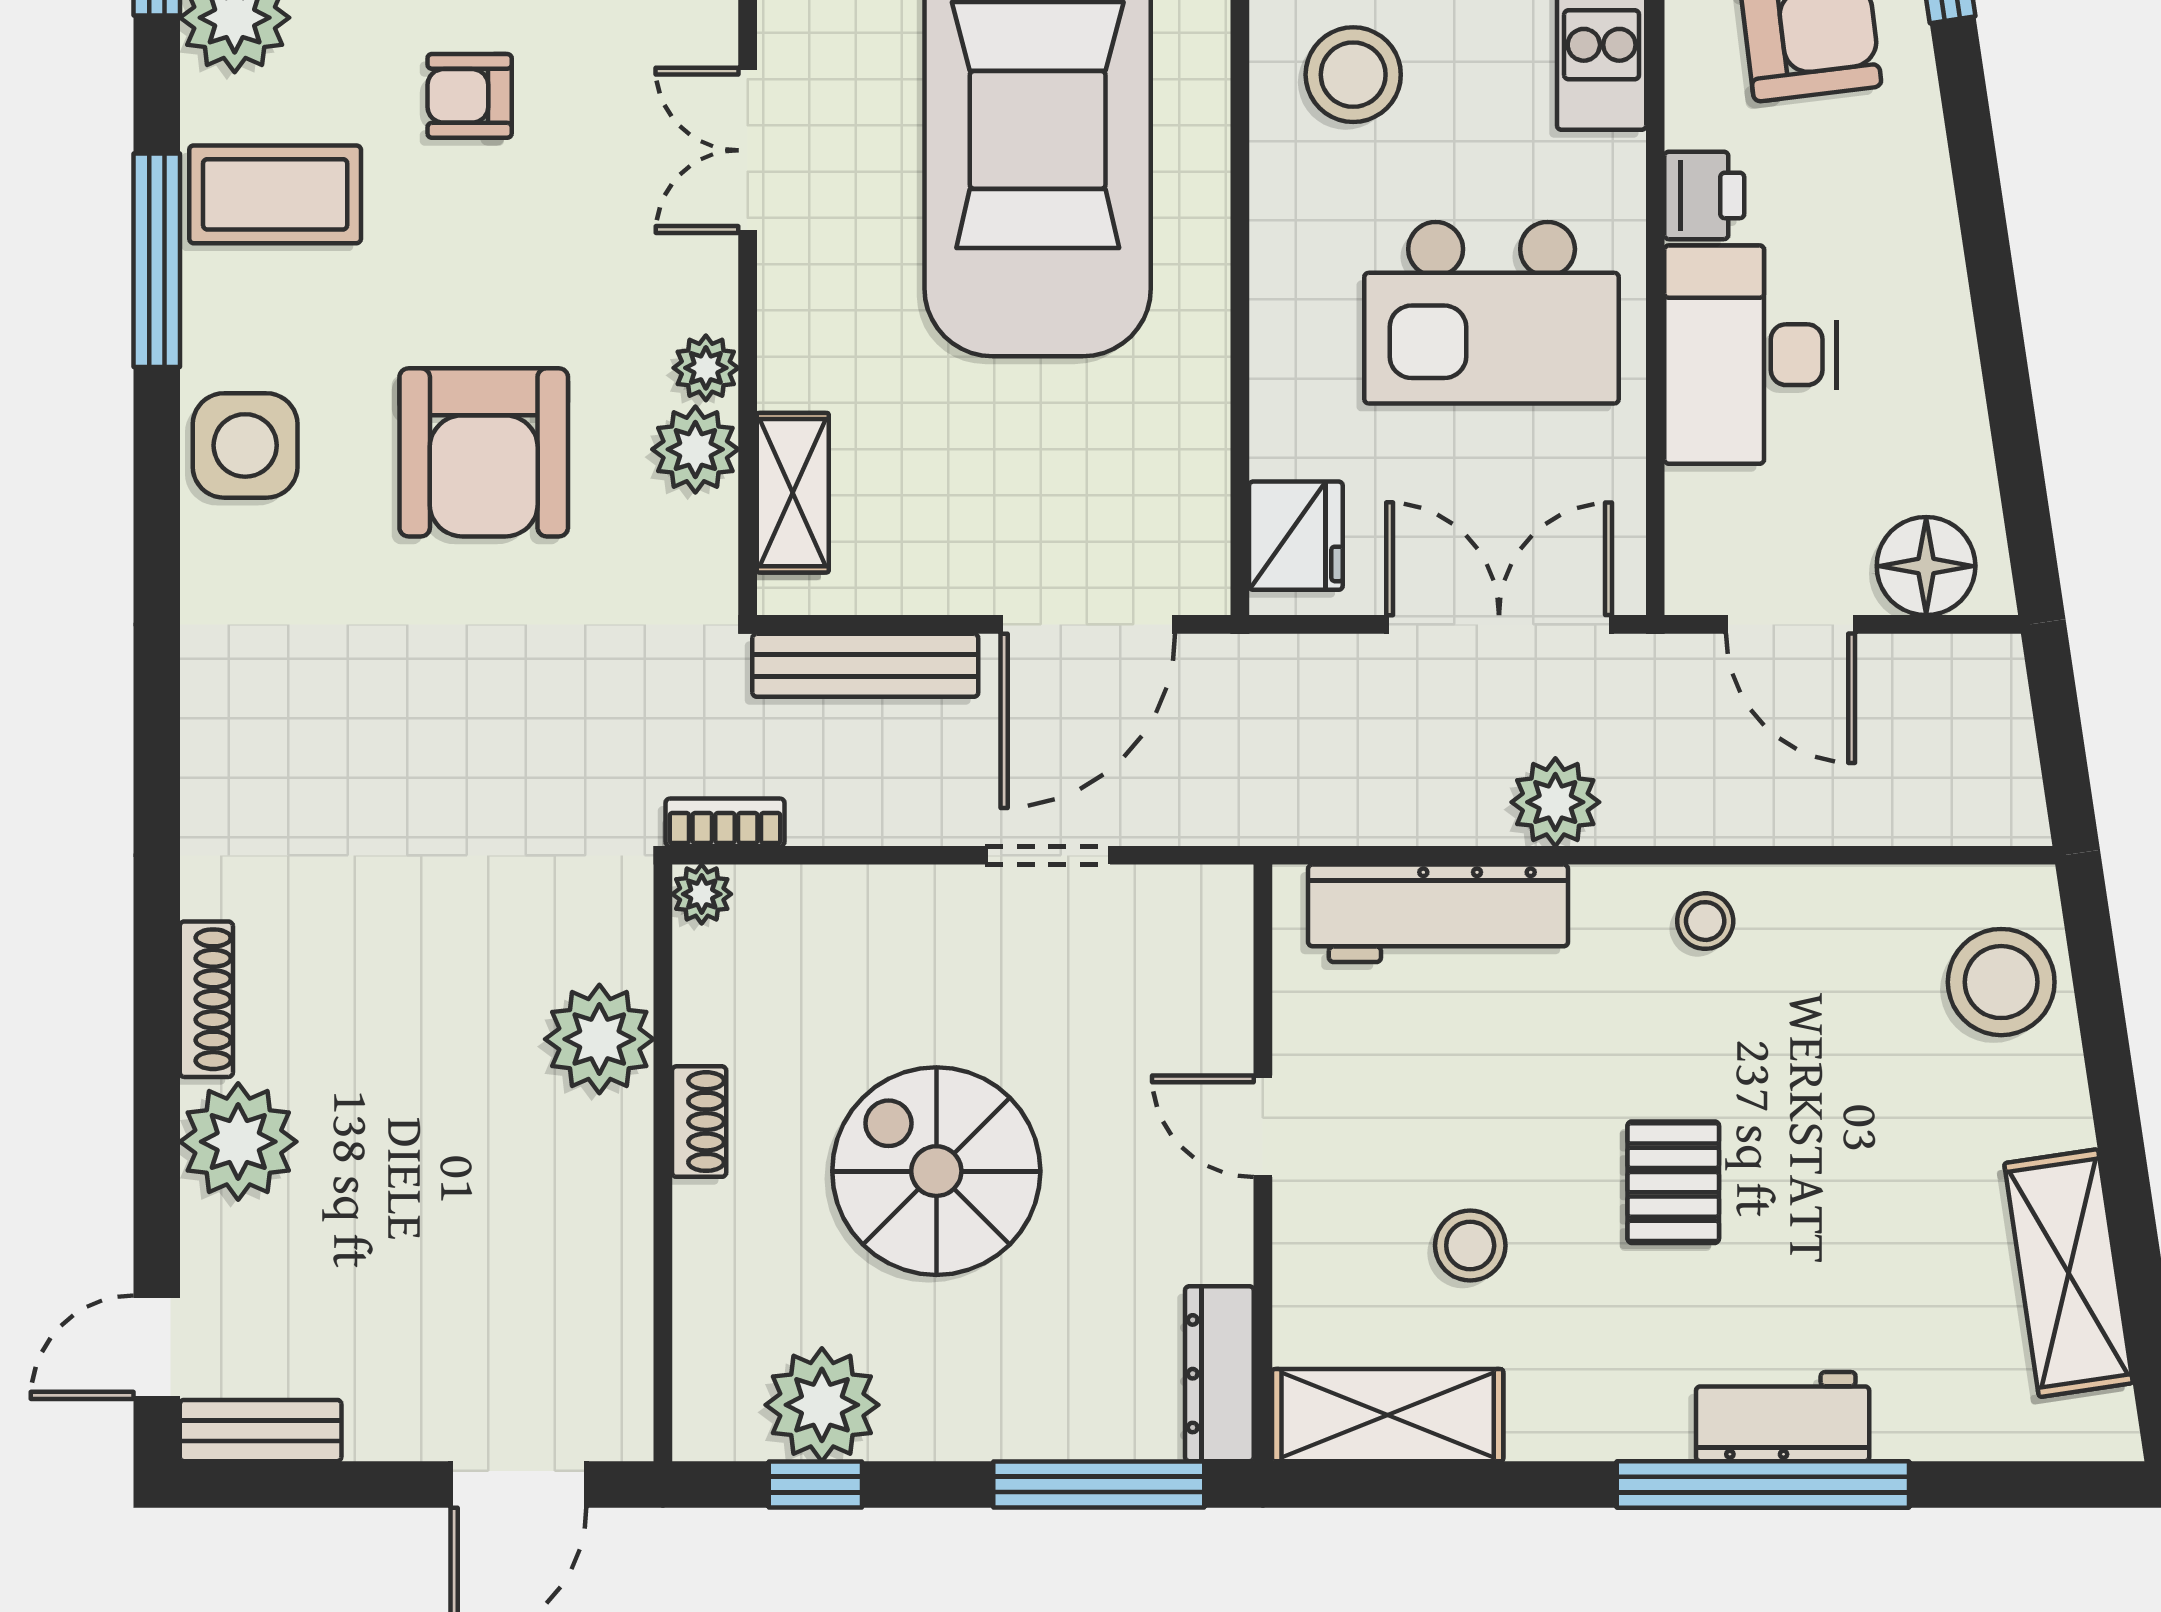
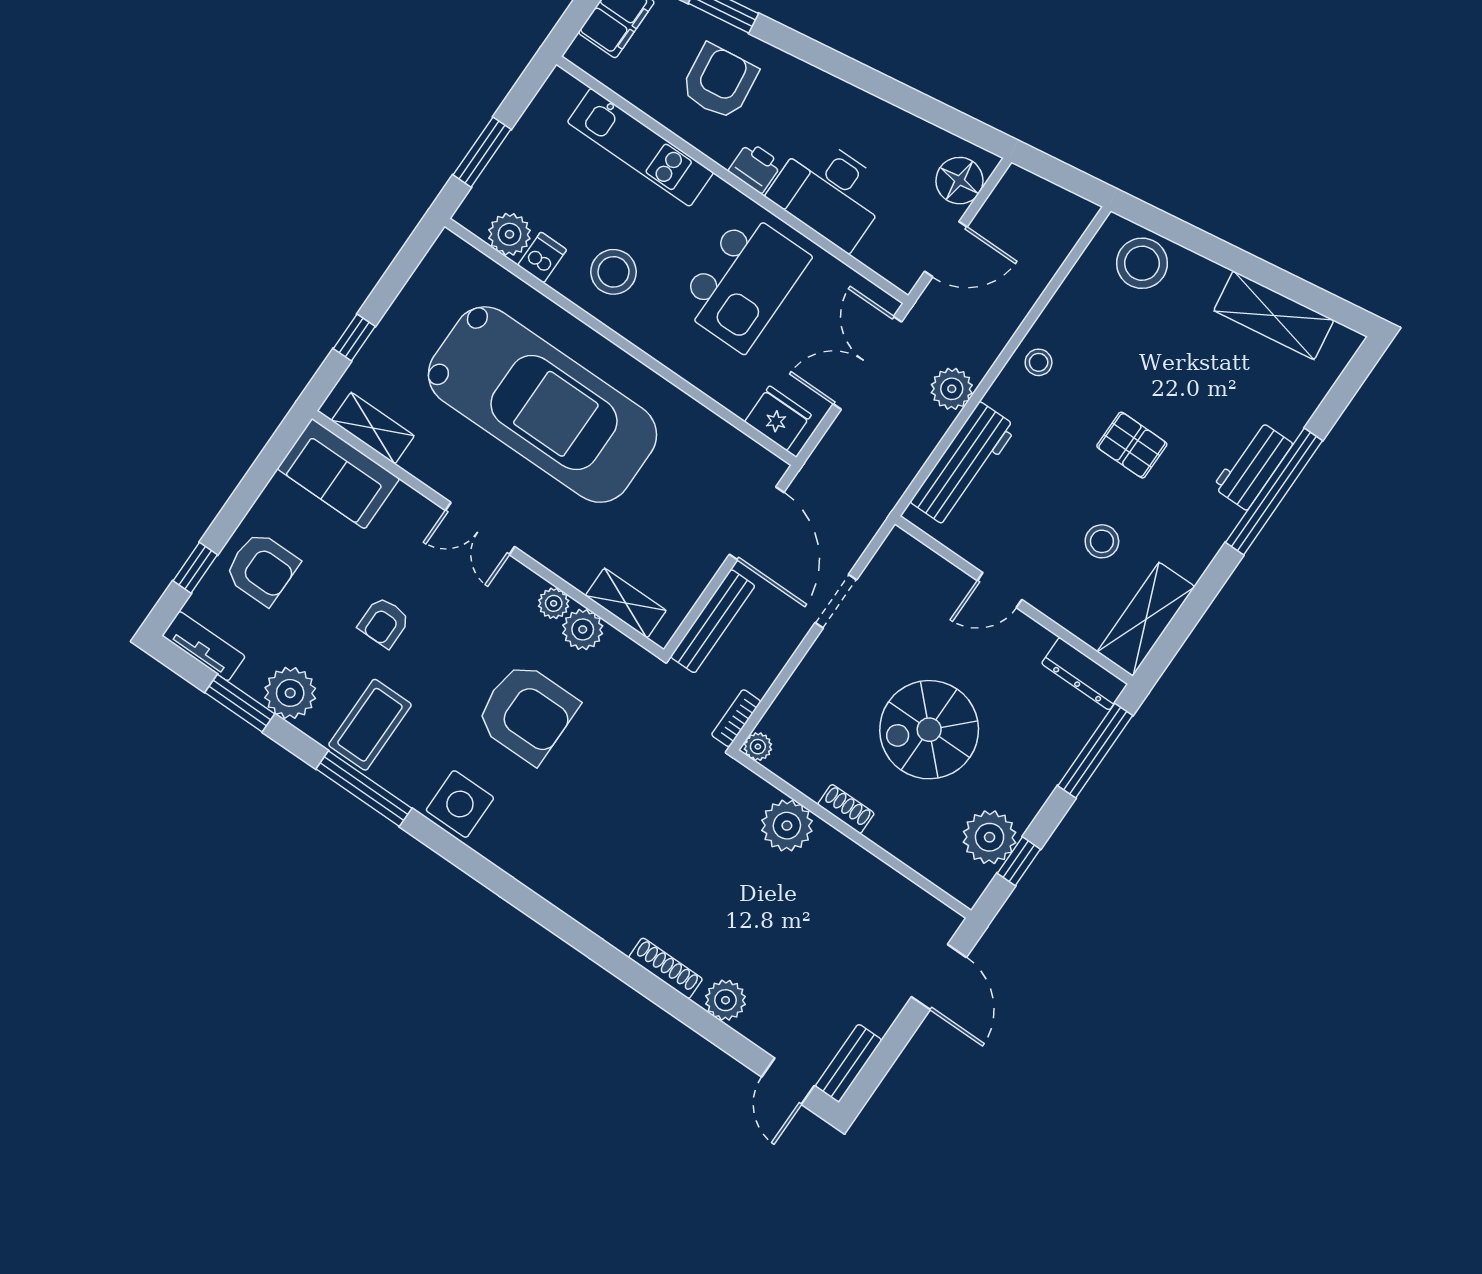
plant: (238, 1142) -> (726, 1000), width x0.73, depth x0.73

